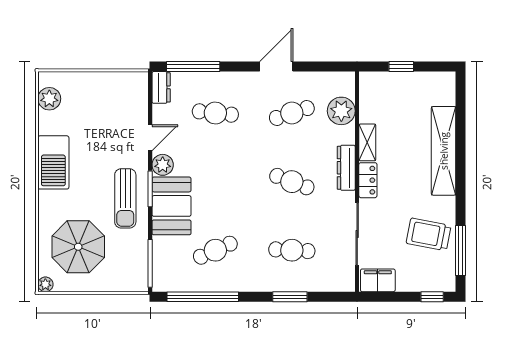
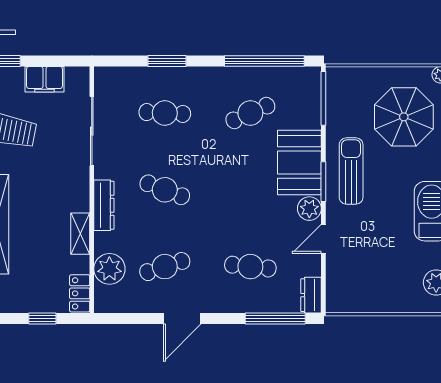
locker: (368, 180) -> (80, 293), moved
filing cabinet: (378, 280) -> (45, 79), moved

